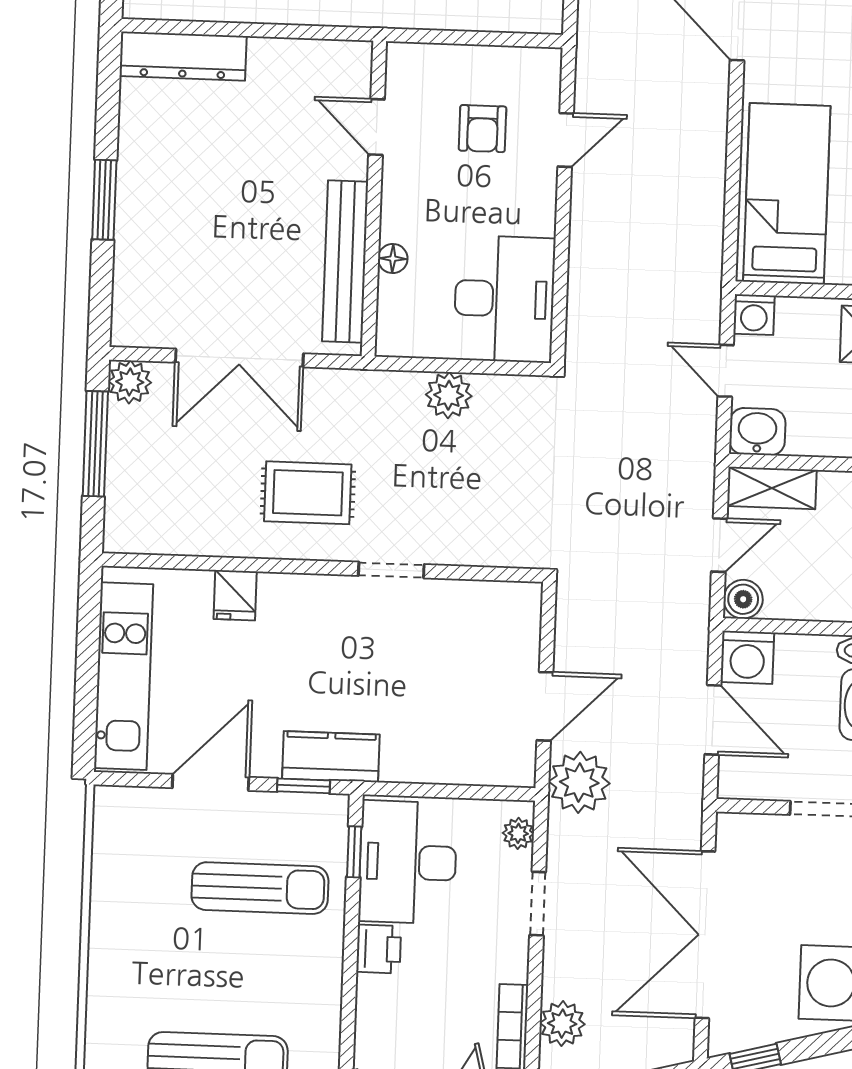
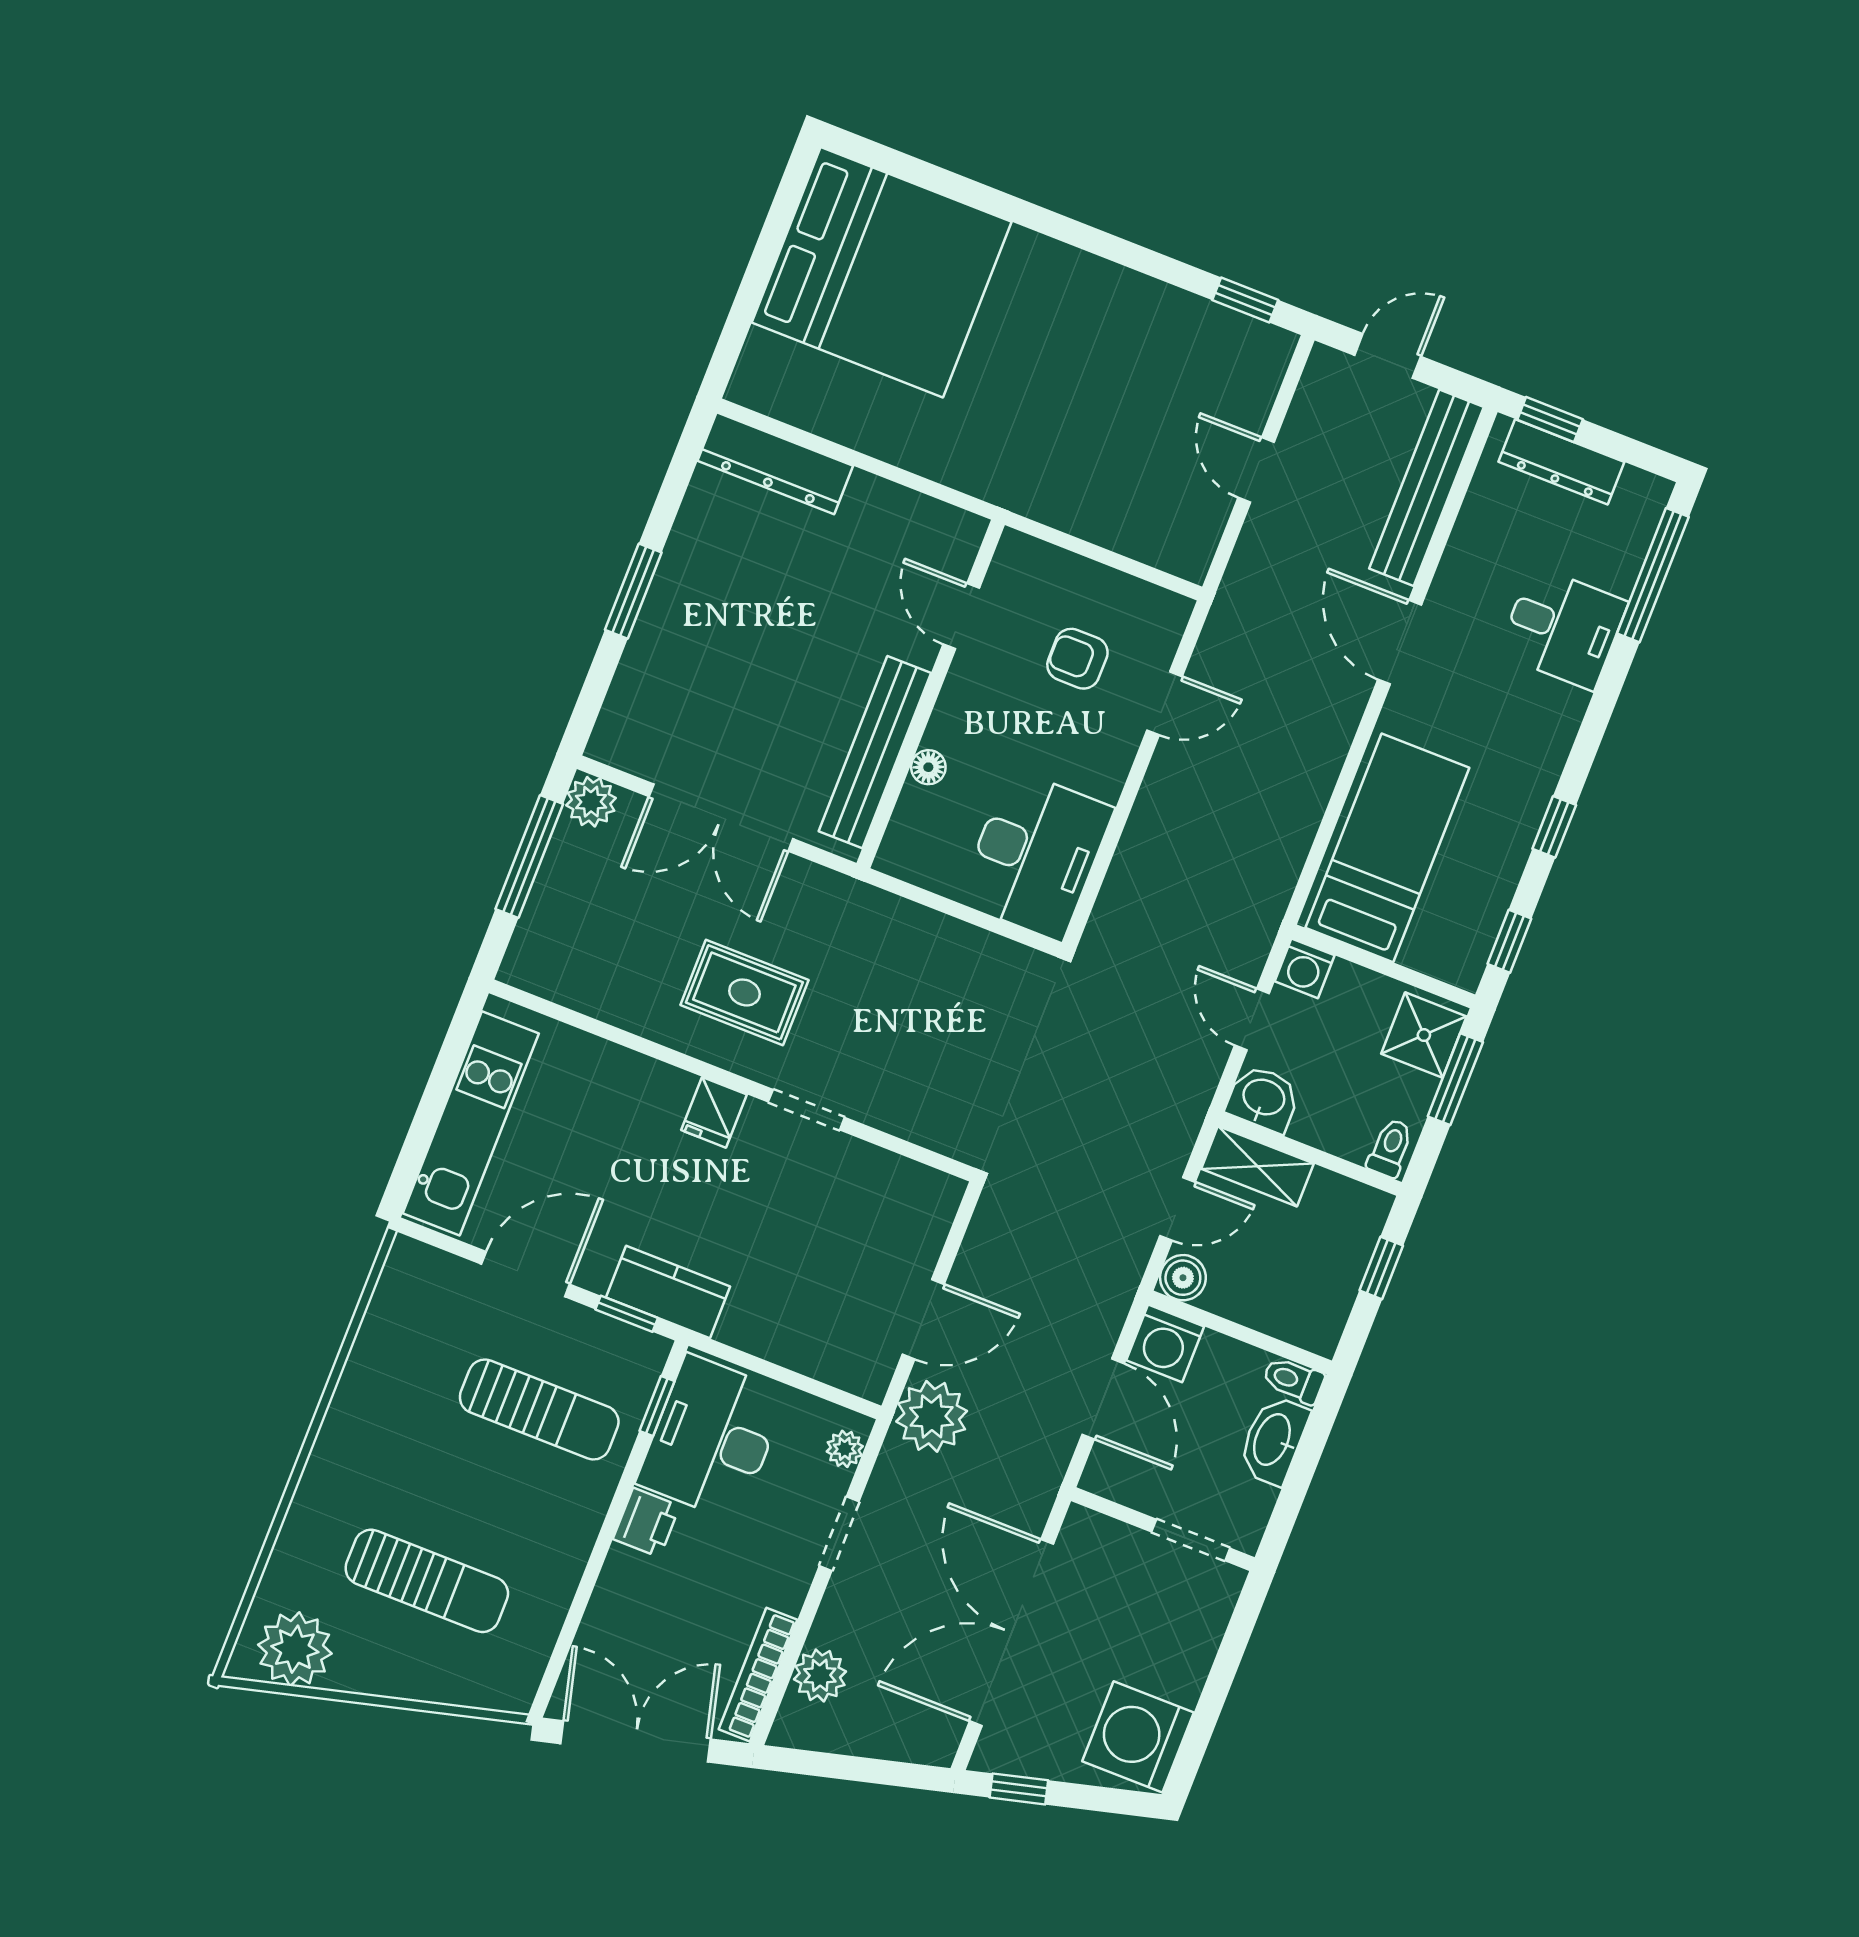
armchair: (483, 129) -> (1077, 659), turned 90
plant: (449, 395) -> (937, 939), removed
fridge: (235, 595) -> (714, 1112), moved

